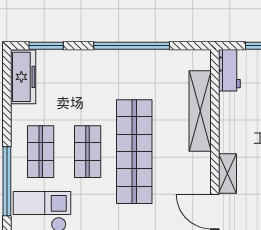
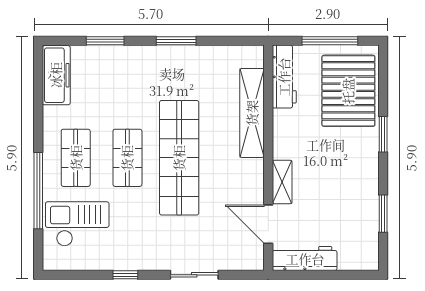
window: (46, 46) -> (105, 41), moved
window: (132, 46) -> (176, 41), width x0.47
workbench: (229, 70) -> (284, 77), width x1.37

